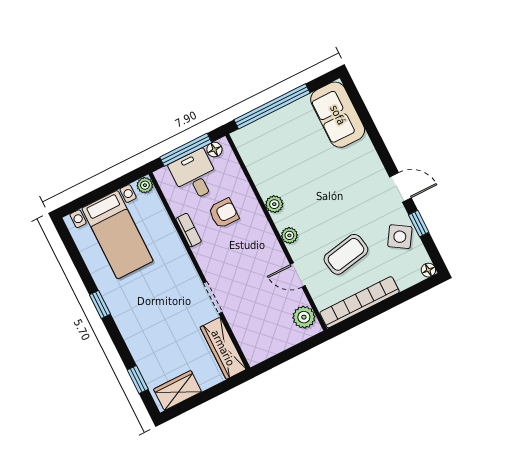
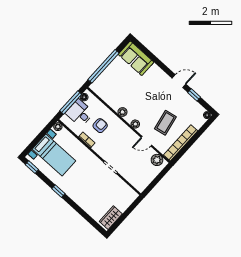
side table: (400, 237) -> (188, 105), removed
wardrobe: (223, 348) -> (125, 189), removed
window: (138, 380) -> (32, 167), moved

